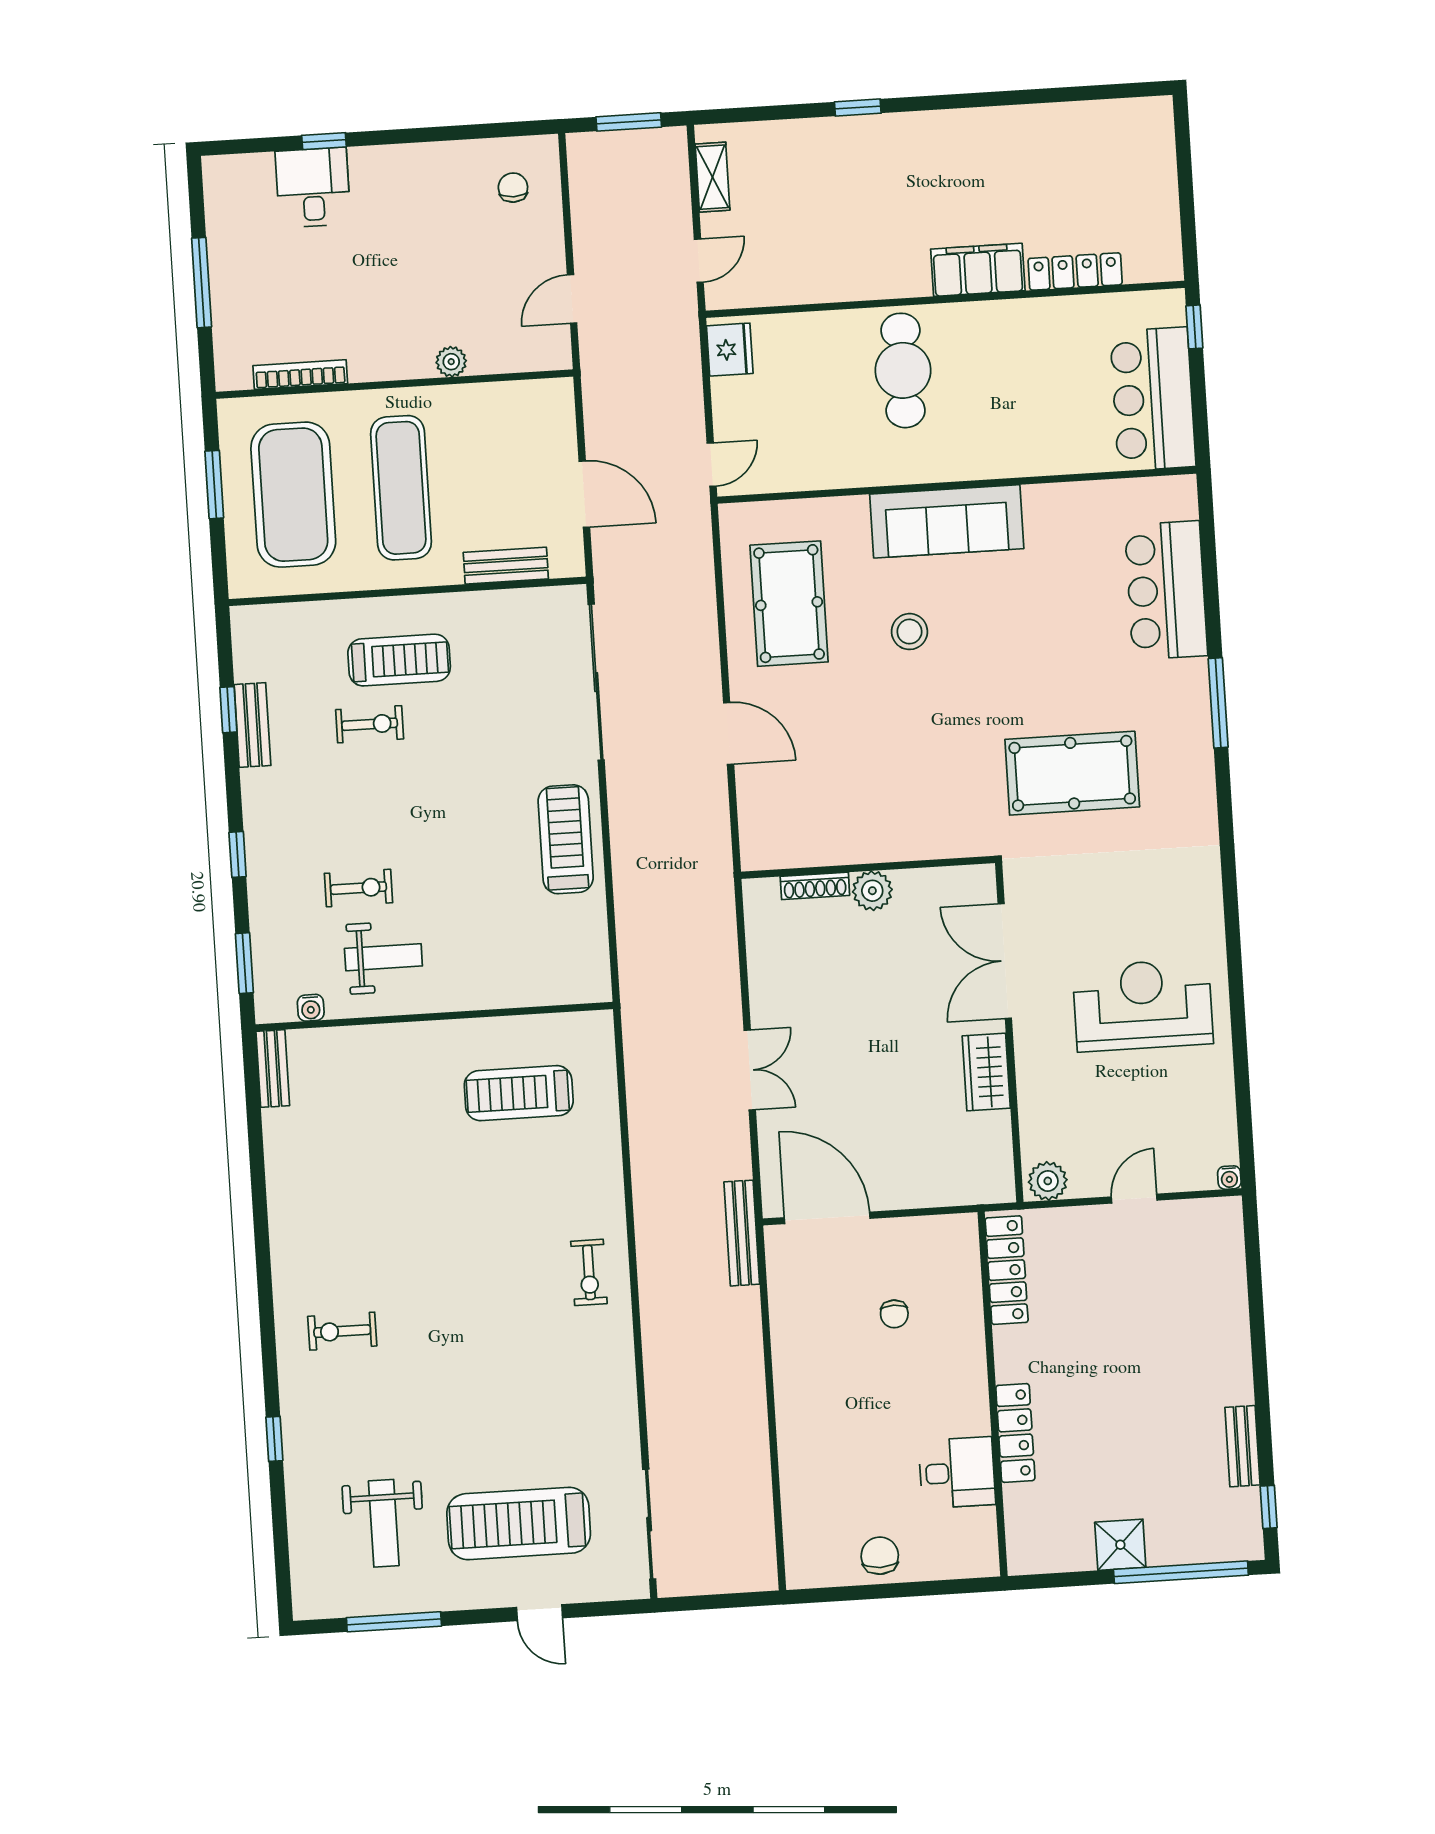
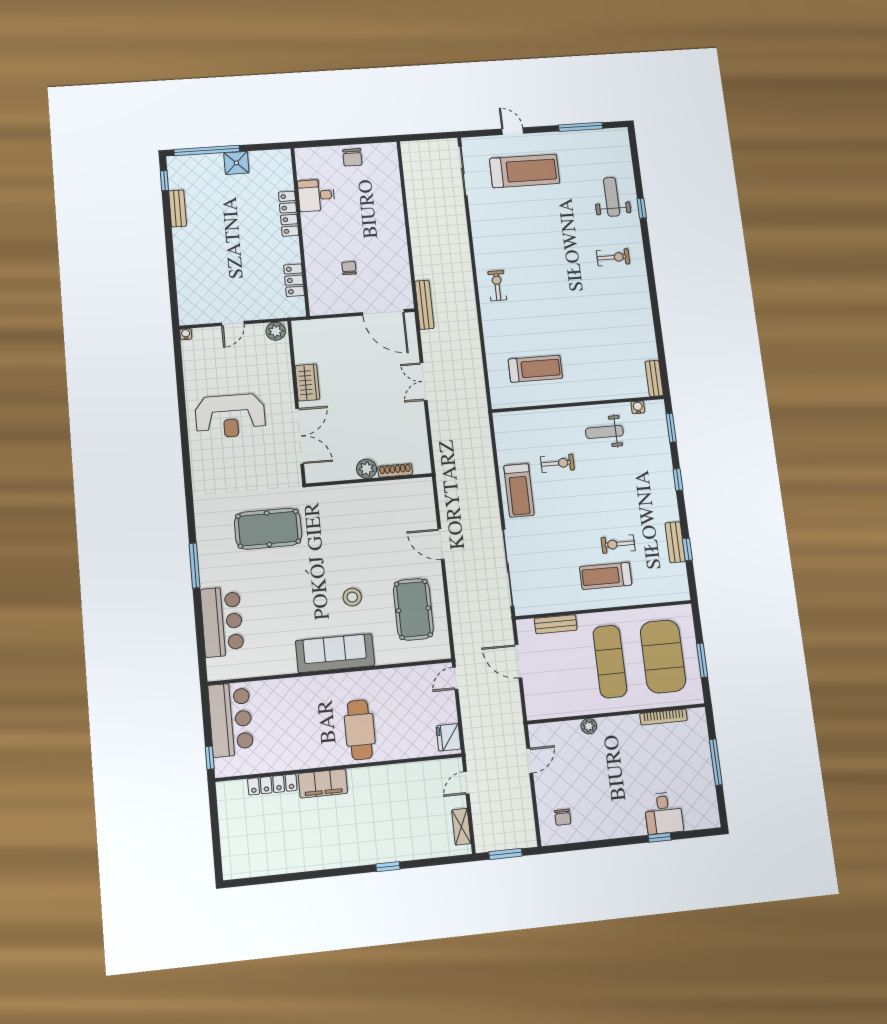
exercise bike: (358, 888) -> (557, 463), moved, turned 180
locker: (1007, 1270) -> (294, 280), width x0.66
weight bench: (384, 1523) -> (612, 197), moved

